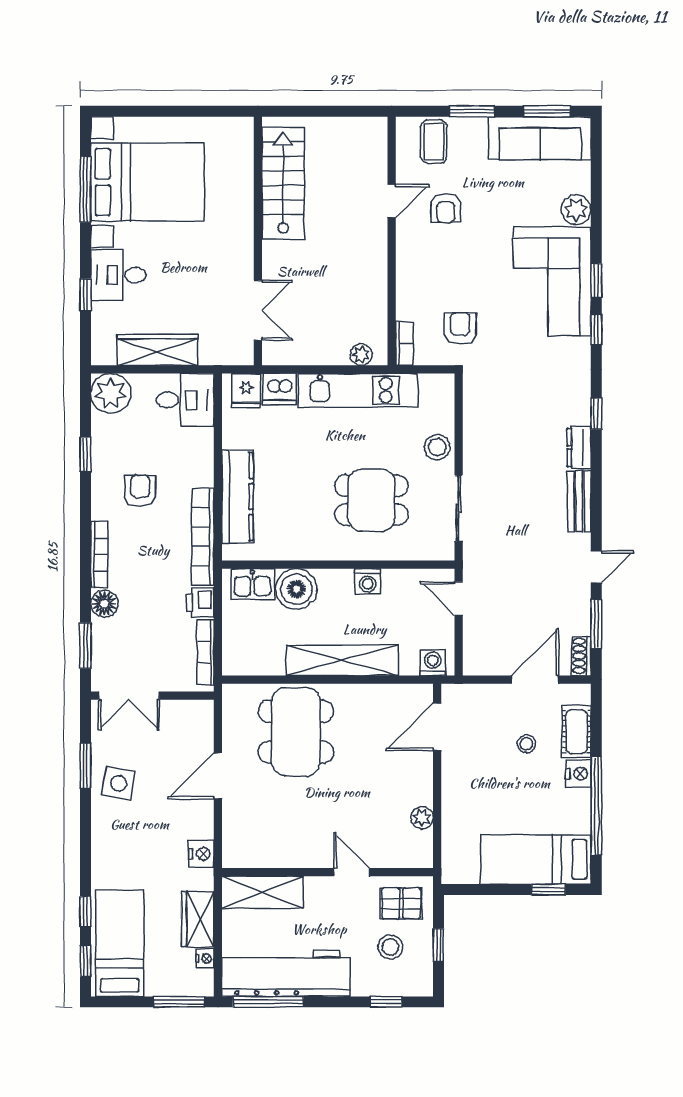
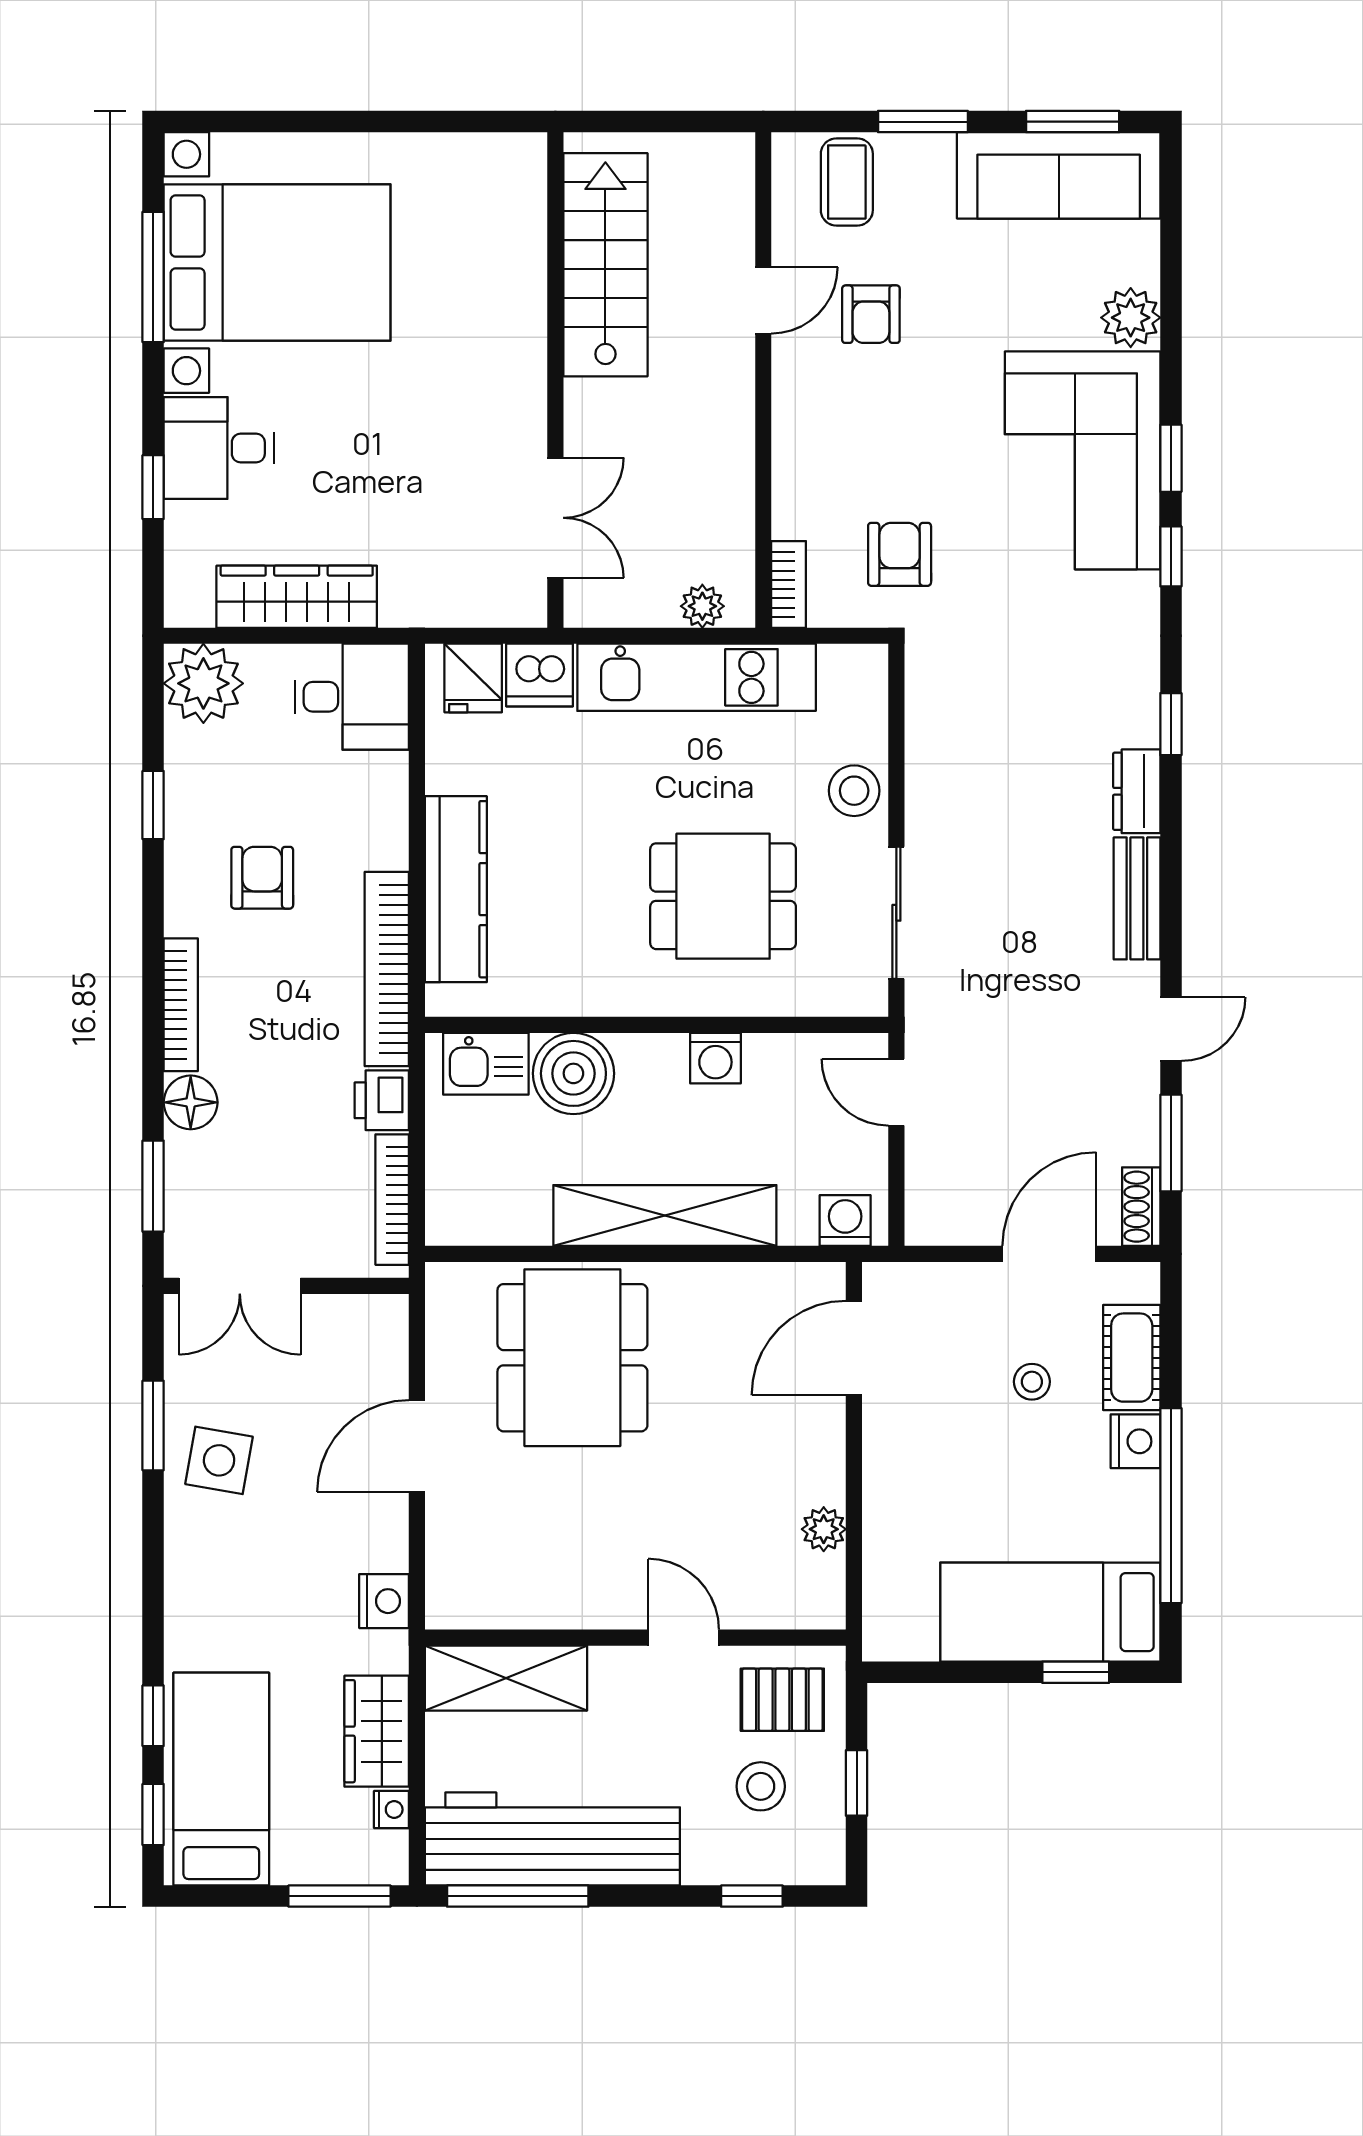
stairs: (283, 183) -> (605, 265), moved
wall: (258, 241) -> (555, 380), moved
double door: (258, 310) -> (555, 518), moved

